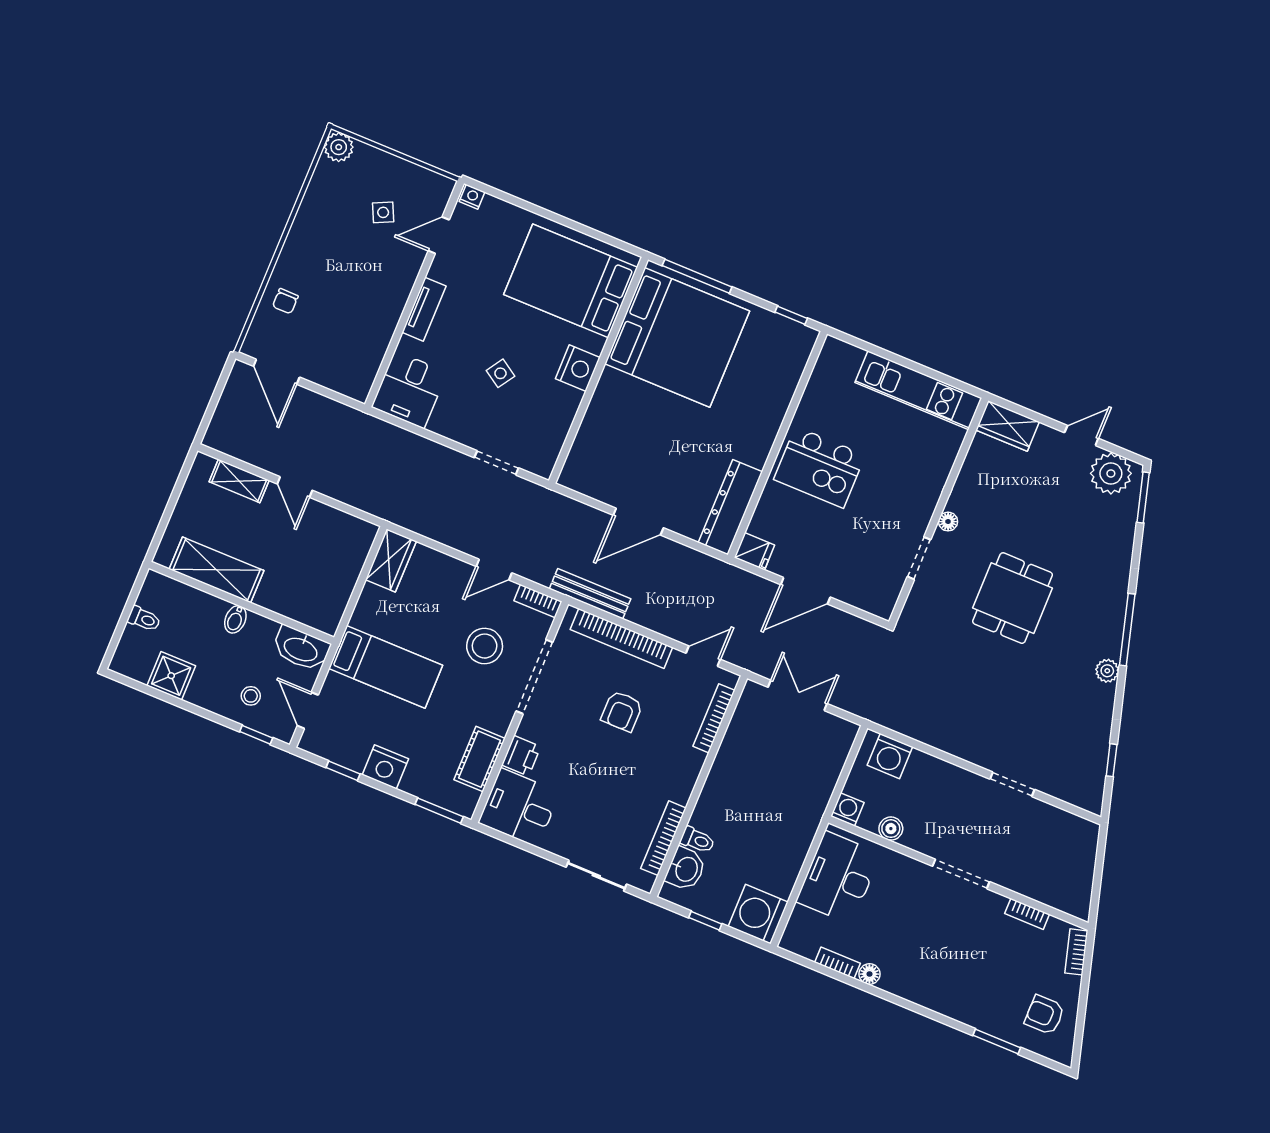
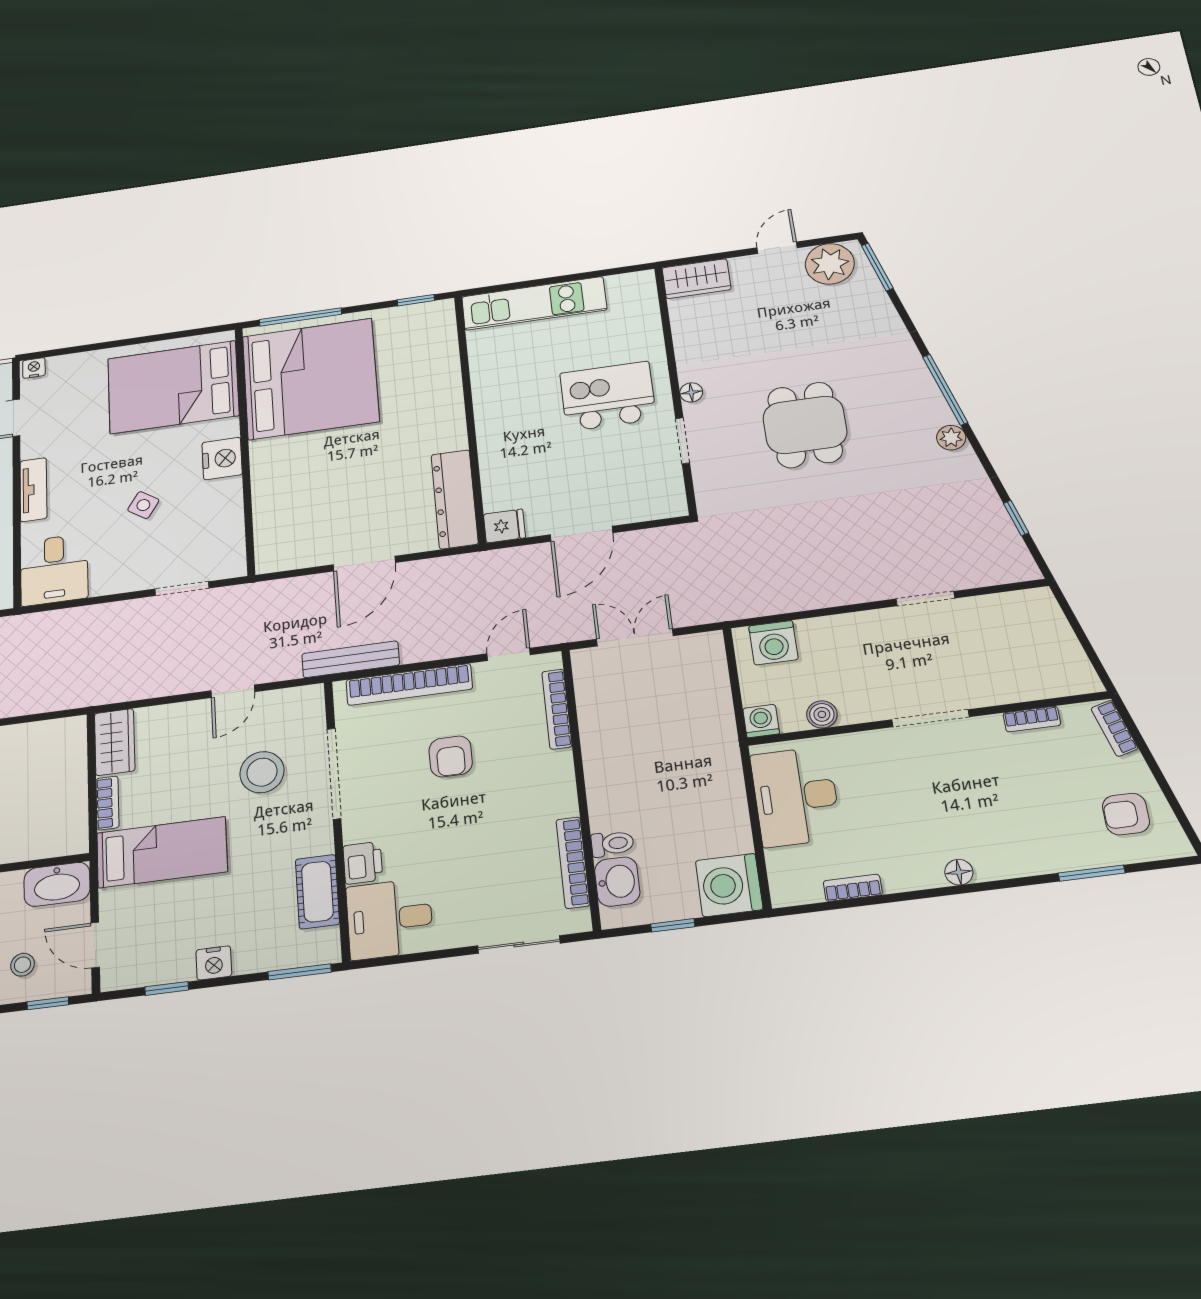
kitchen unit: (918, 390) -> (534, 303), moved
kitchen island: (820, 467) -> (608, 396), moved, turned 180
bookcase: (538, 601) -> (107, 803), moved, turned -90
nightstand: (385, 767) -> (214, 963), width x0.74, depth x0.75
floor lamp: (869, 974) -> (959, 872), moved

